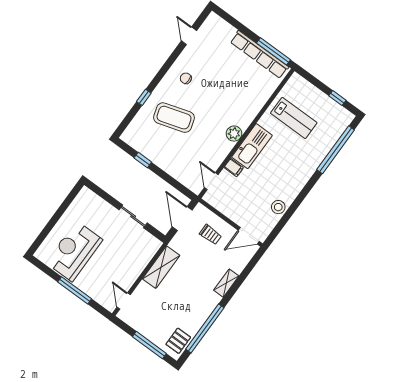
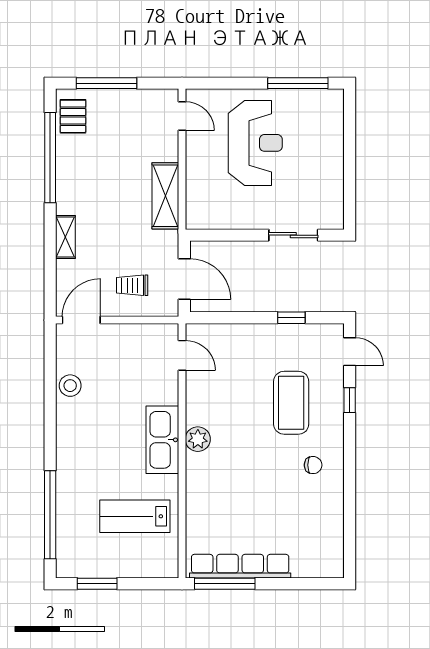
door: (189, 36) -> (350, 352), moved
window: (337, 98) -> (97, 584), width x1.50
coffee table: (174, 118) -> (291, 403), turned -73
filing cabinet: (234, 167) -> (166, 395), removed
sliding door: (133, 216) -> (293, 235), moved
reception desk: (74, 251) -> (255, 143), moved
window: (75, 290) -> (298, 83), moved

